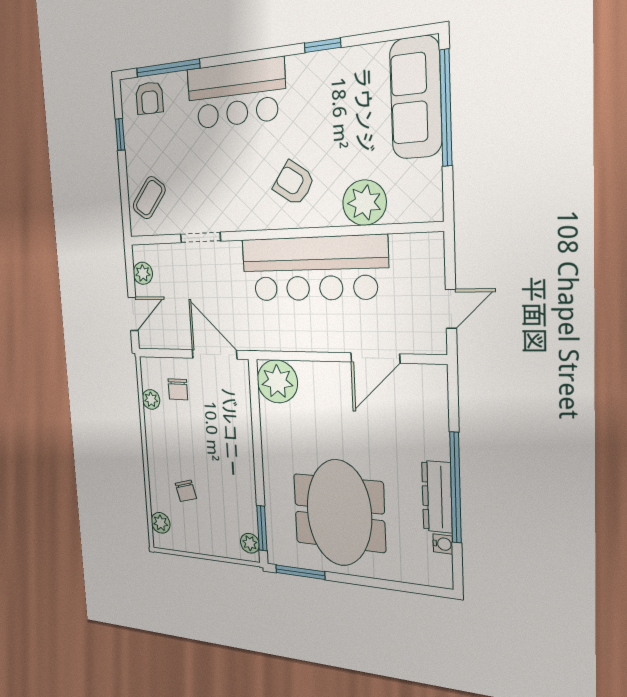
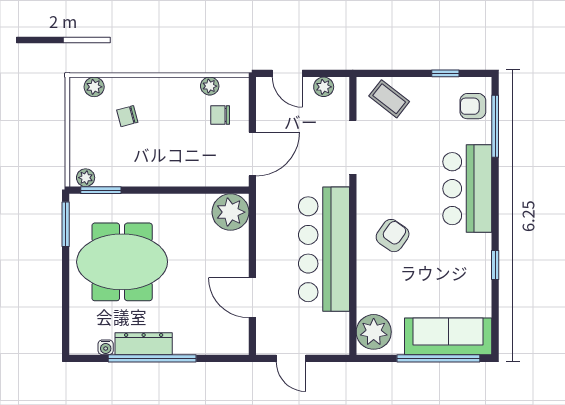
plant: (364, 203) -> (374, 332), moved
doorway: (200, 238) -> (353, 147), width x1.38

